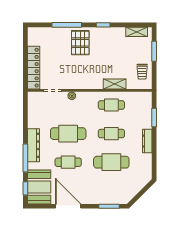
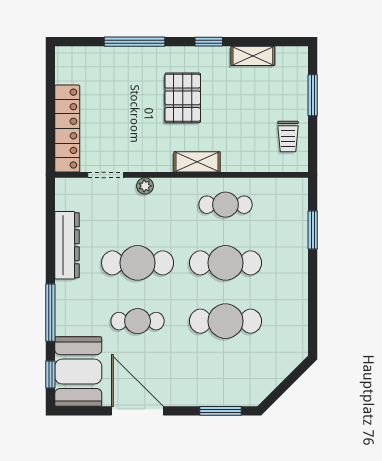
shelving: (137, 32) -> (253, 56), moved
pallet: (80, 43) -> (183, 98), moved
shelving: (115, 84) -> (197, 162), moved
cafe table: (111, 134) -> (226, 263), width x1.37, depth x1.35
dresser: (147, 141) -> (299, 278), removed
dresser: (34, 145) -> (67, 245), moved

